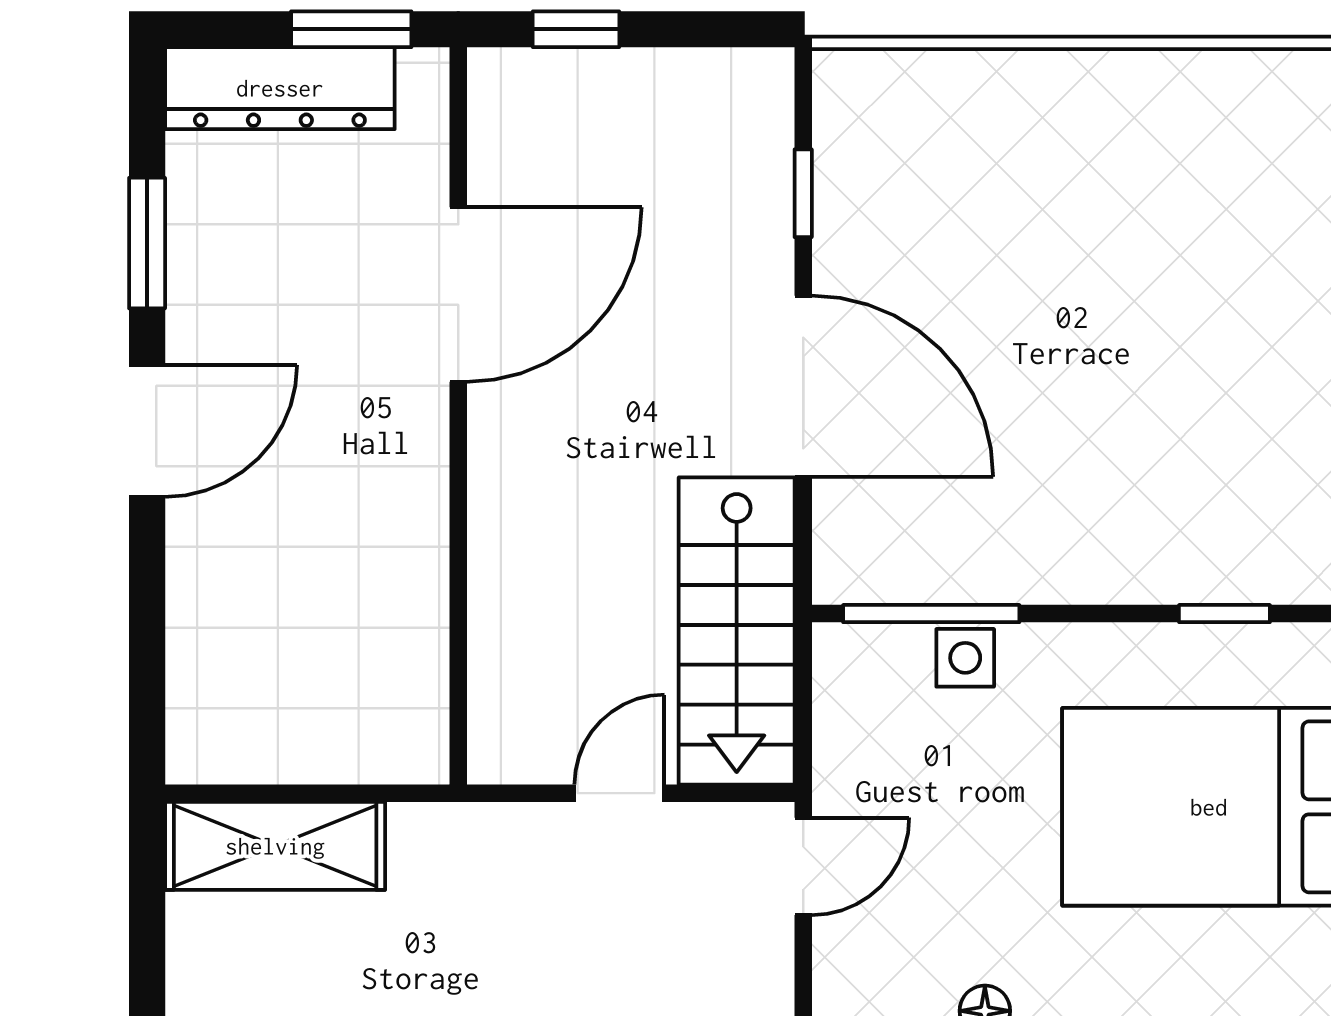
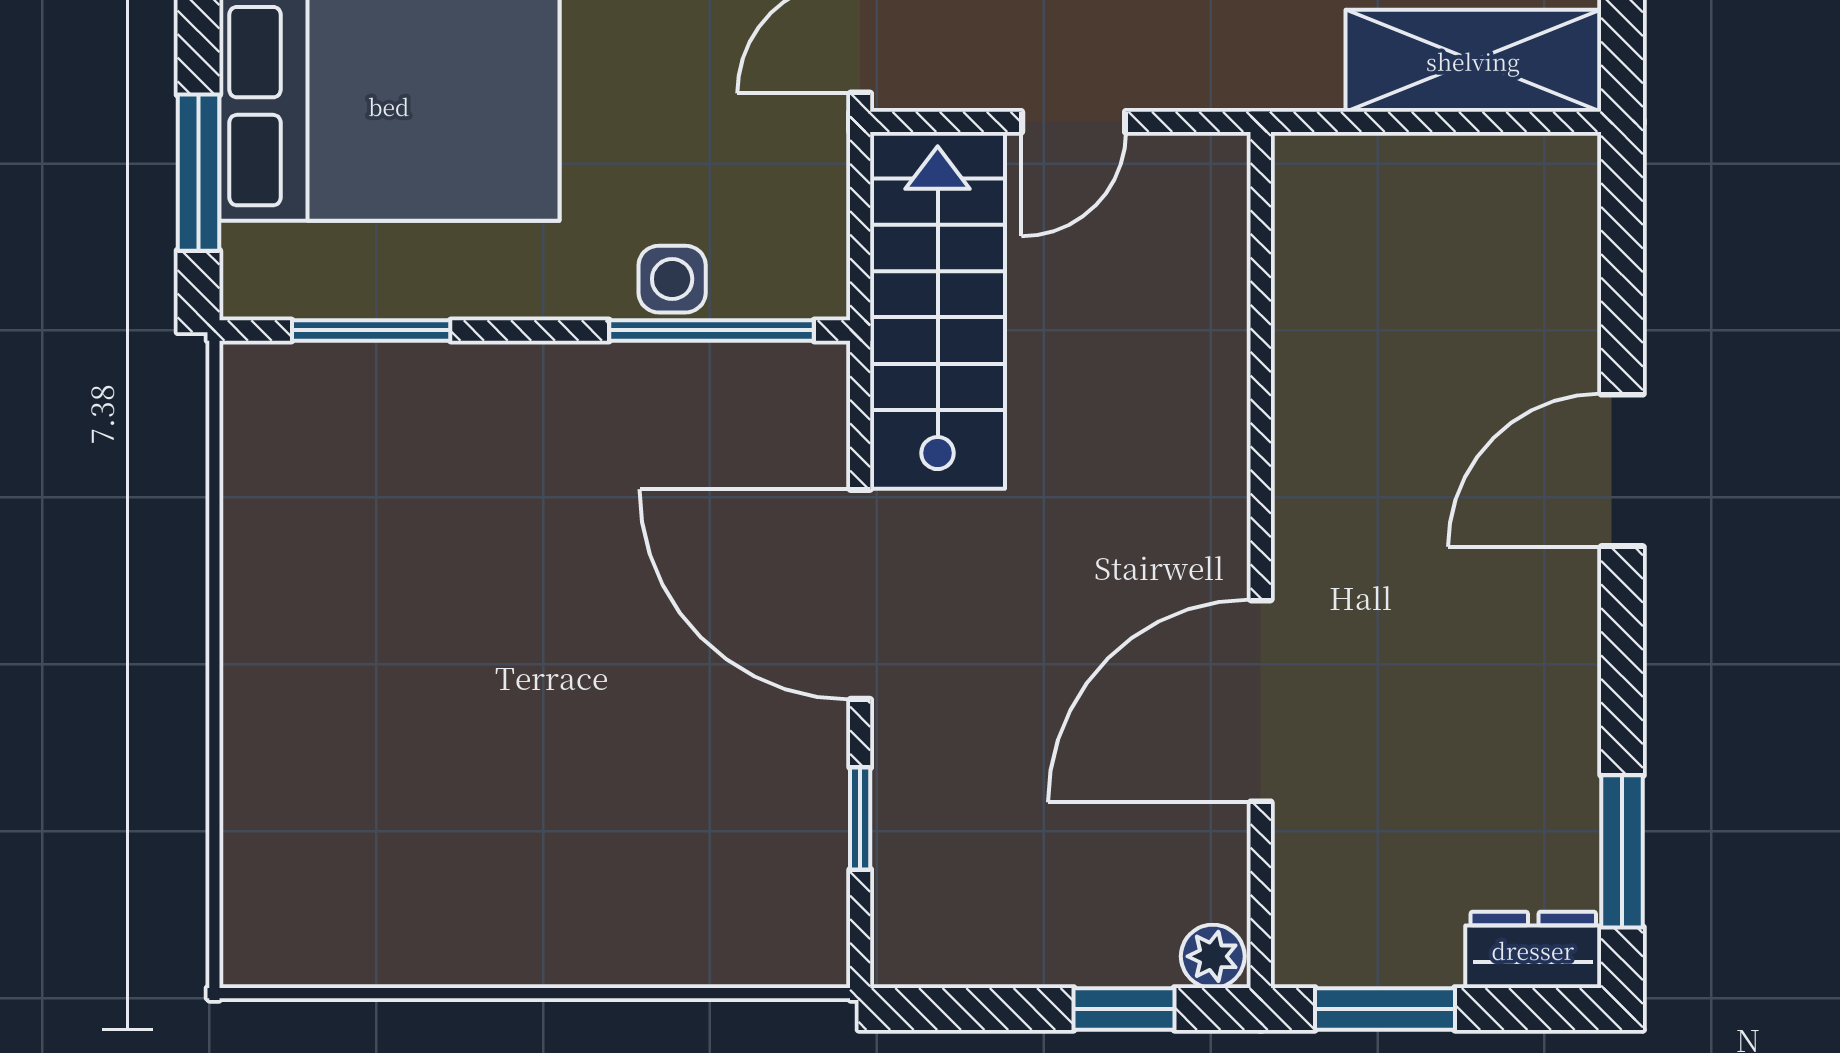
plant: (500, 75) -> (1213, 956), added
dresser: (280, 88) -> (1533, 950), width x0.51, depth x0.80
window: (147, 243) -> (1622, 851), moved
door: (147, 431) -> (1622, 470), moved
window: (1224, 614) -> (371, 330), width x1.50

